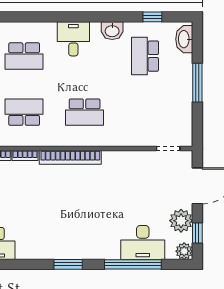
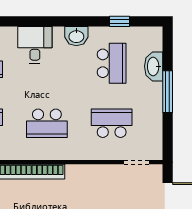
washbasin: (184, 39) -> (154, 66), moved
school desk: (145, 56) -> (112, 63), turned 180
school desk: (145, 112) -> (112, 123), added

